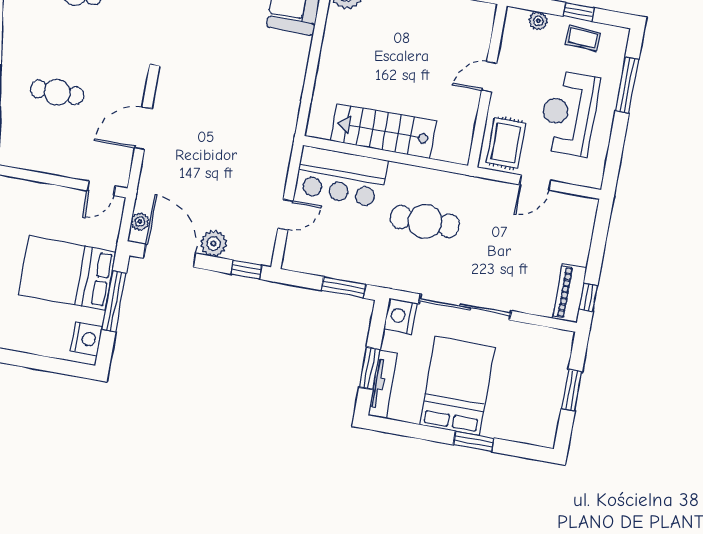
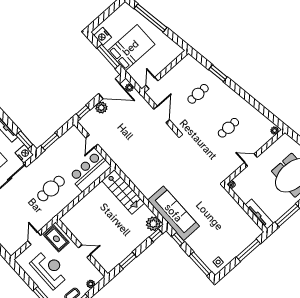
door: (489, 77) -> (84, 251), hinge flipped
stairs: (383, 131) -> (123, 192), moved, turned 90
window: (370, 368) -> (24, 140), moved

